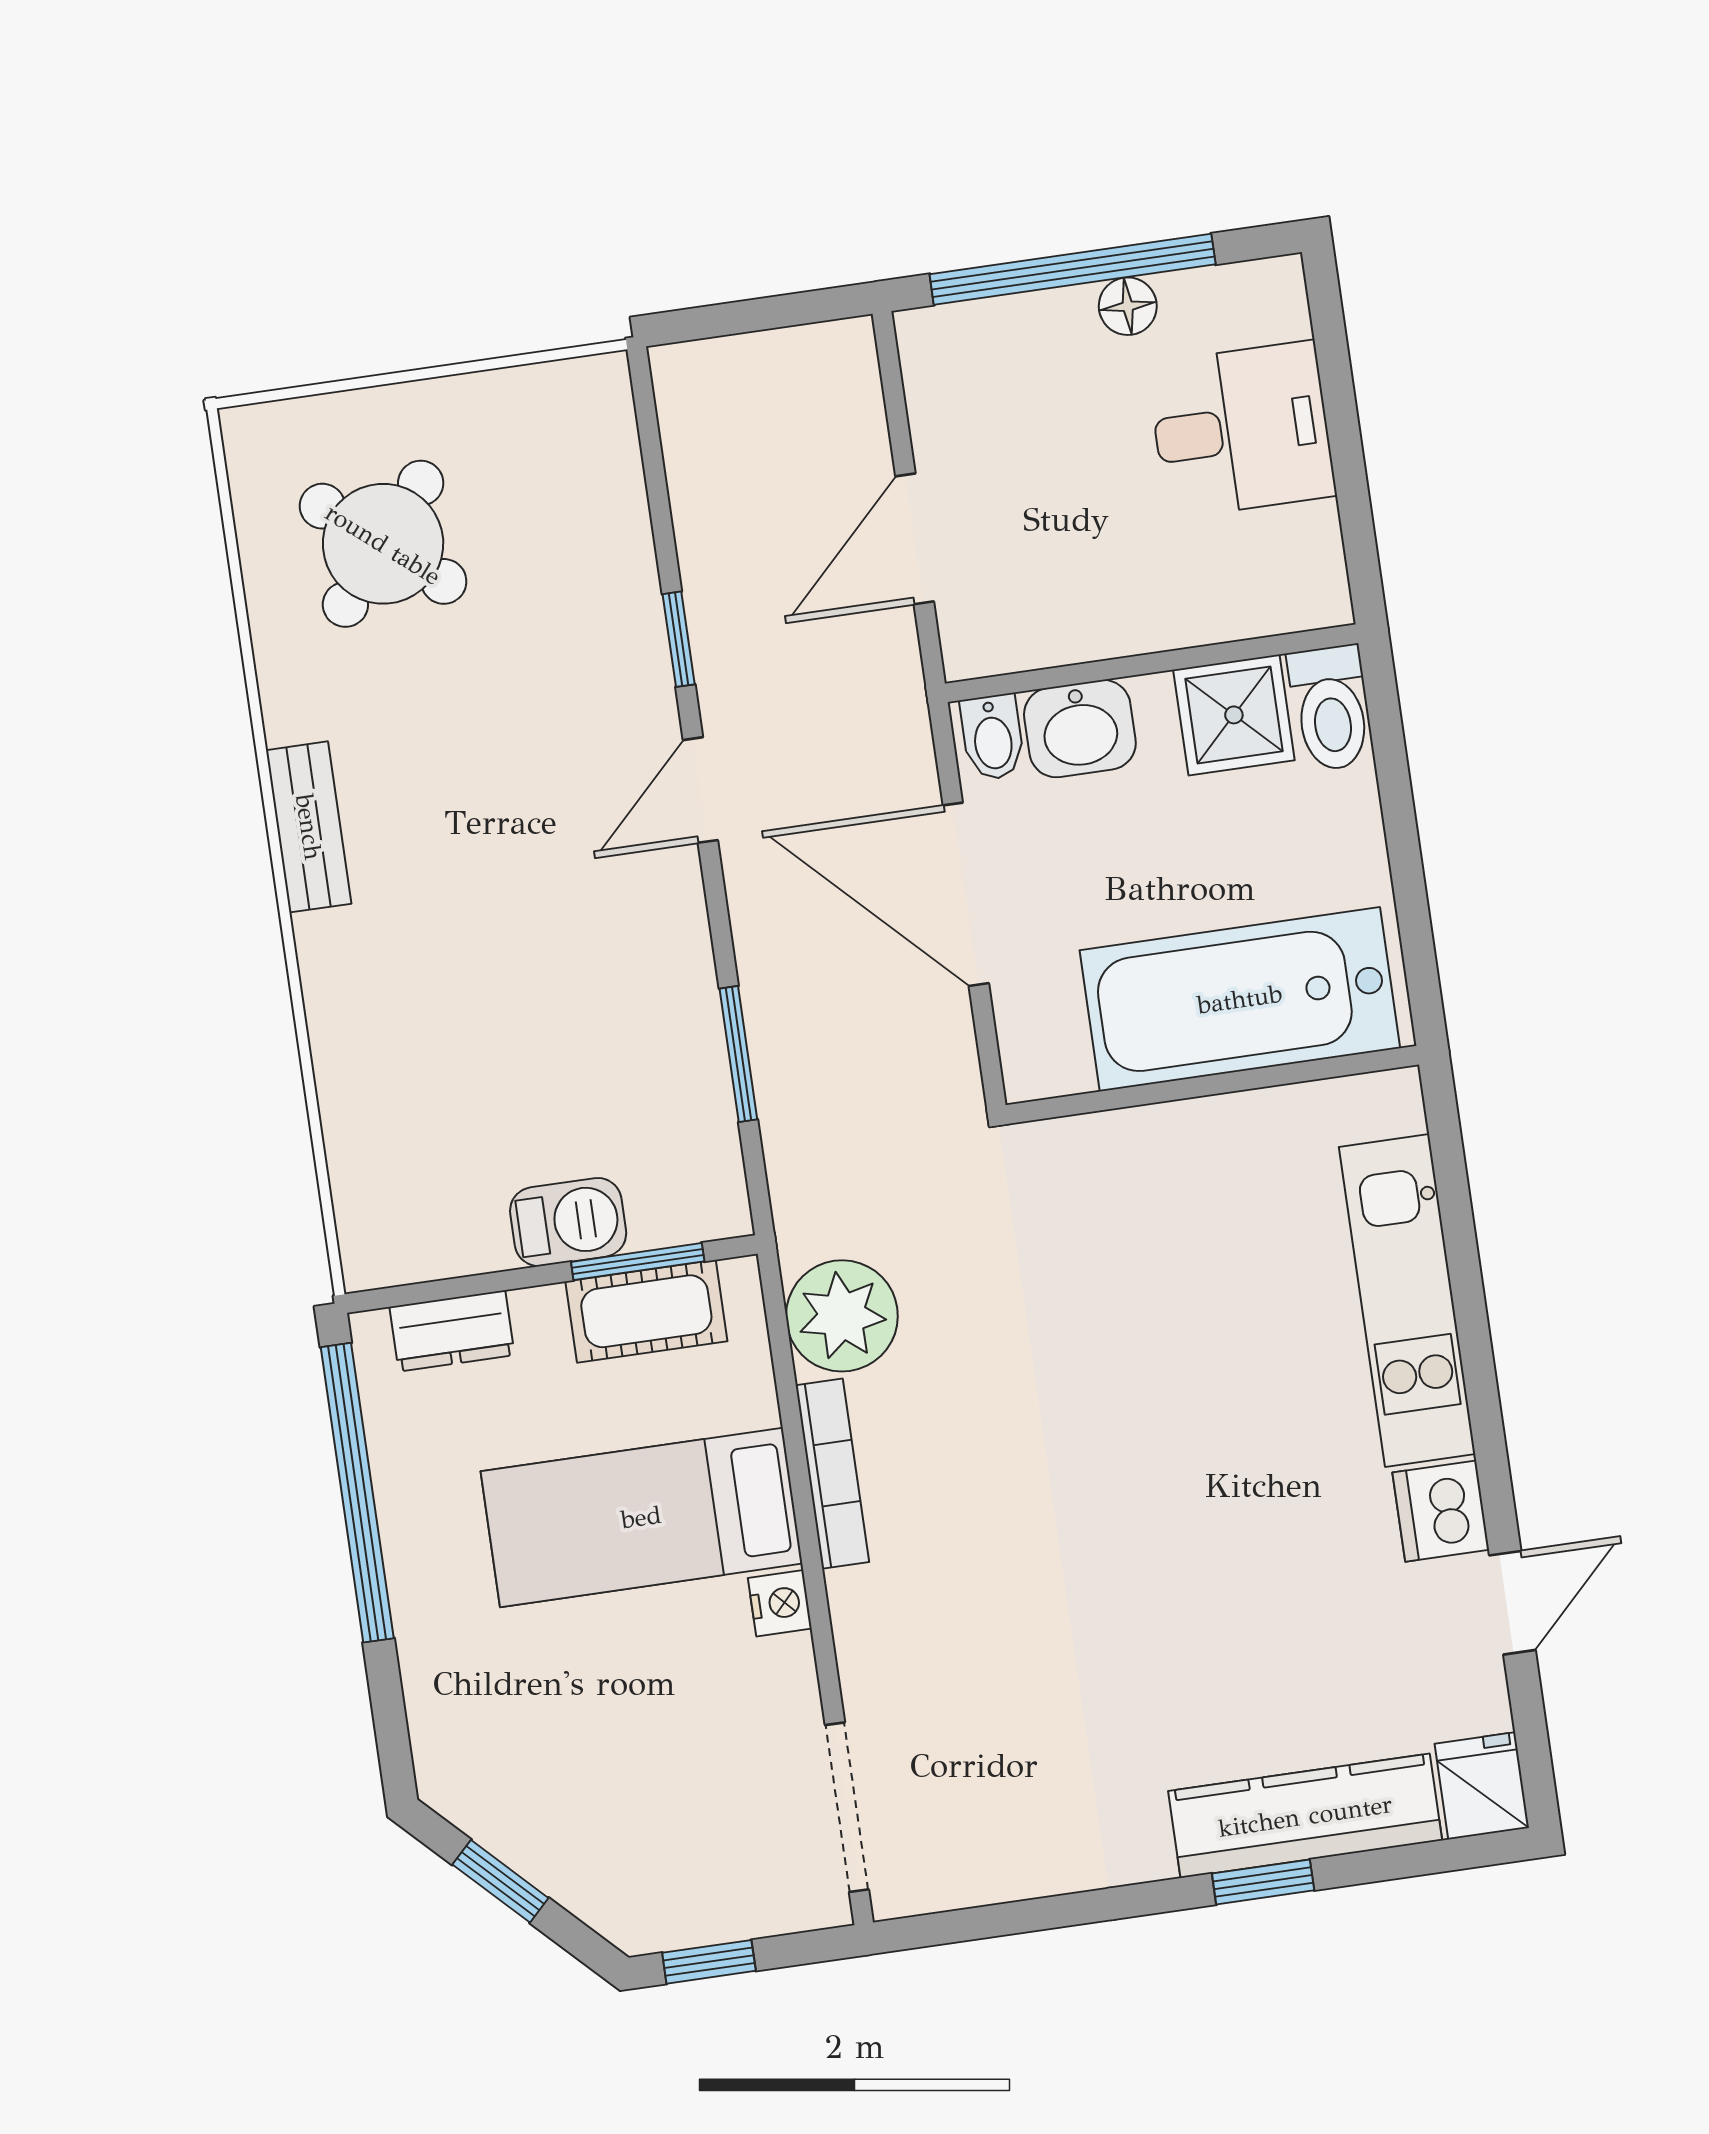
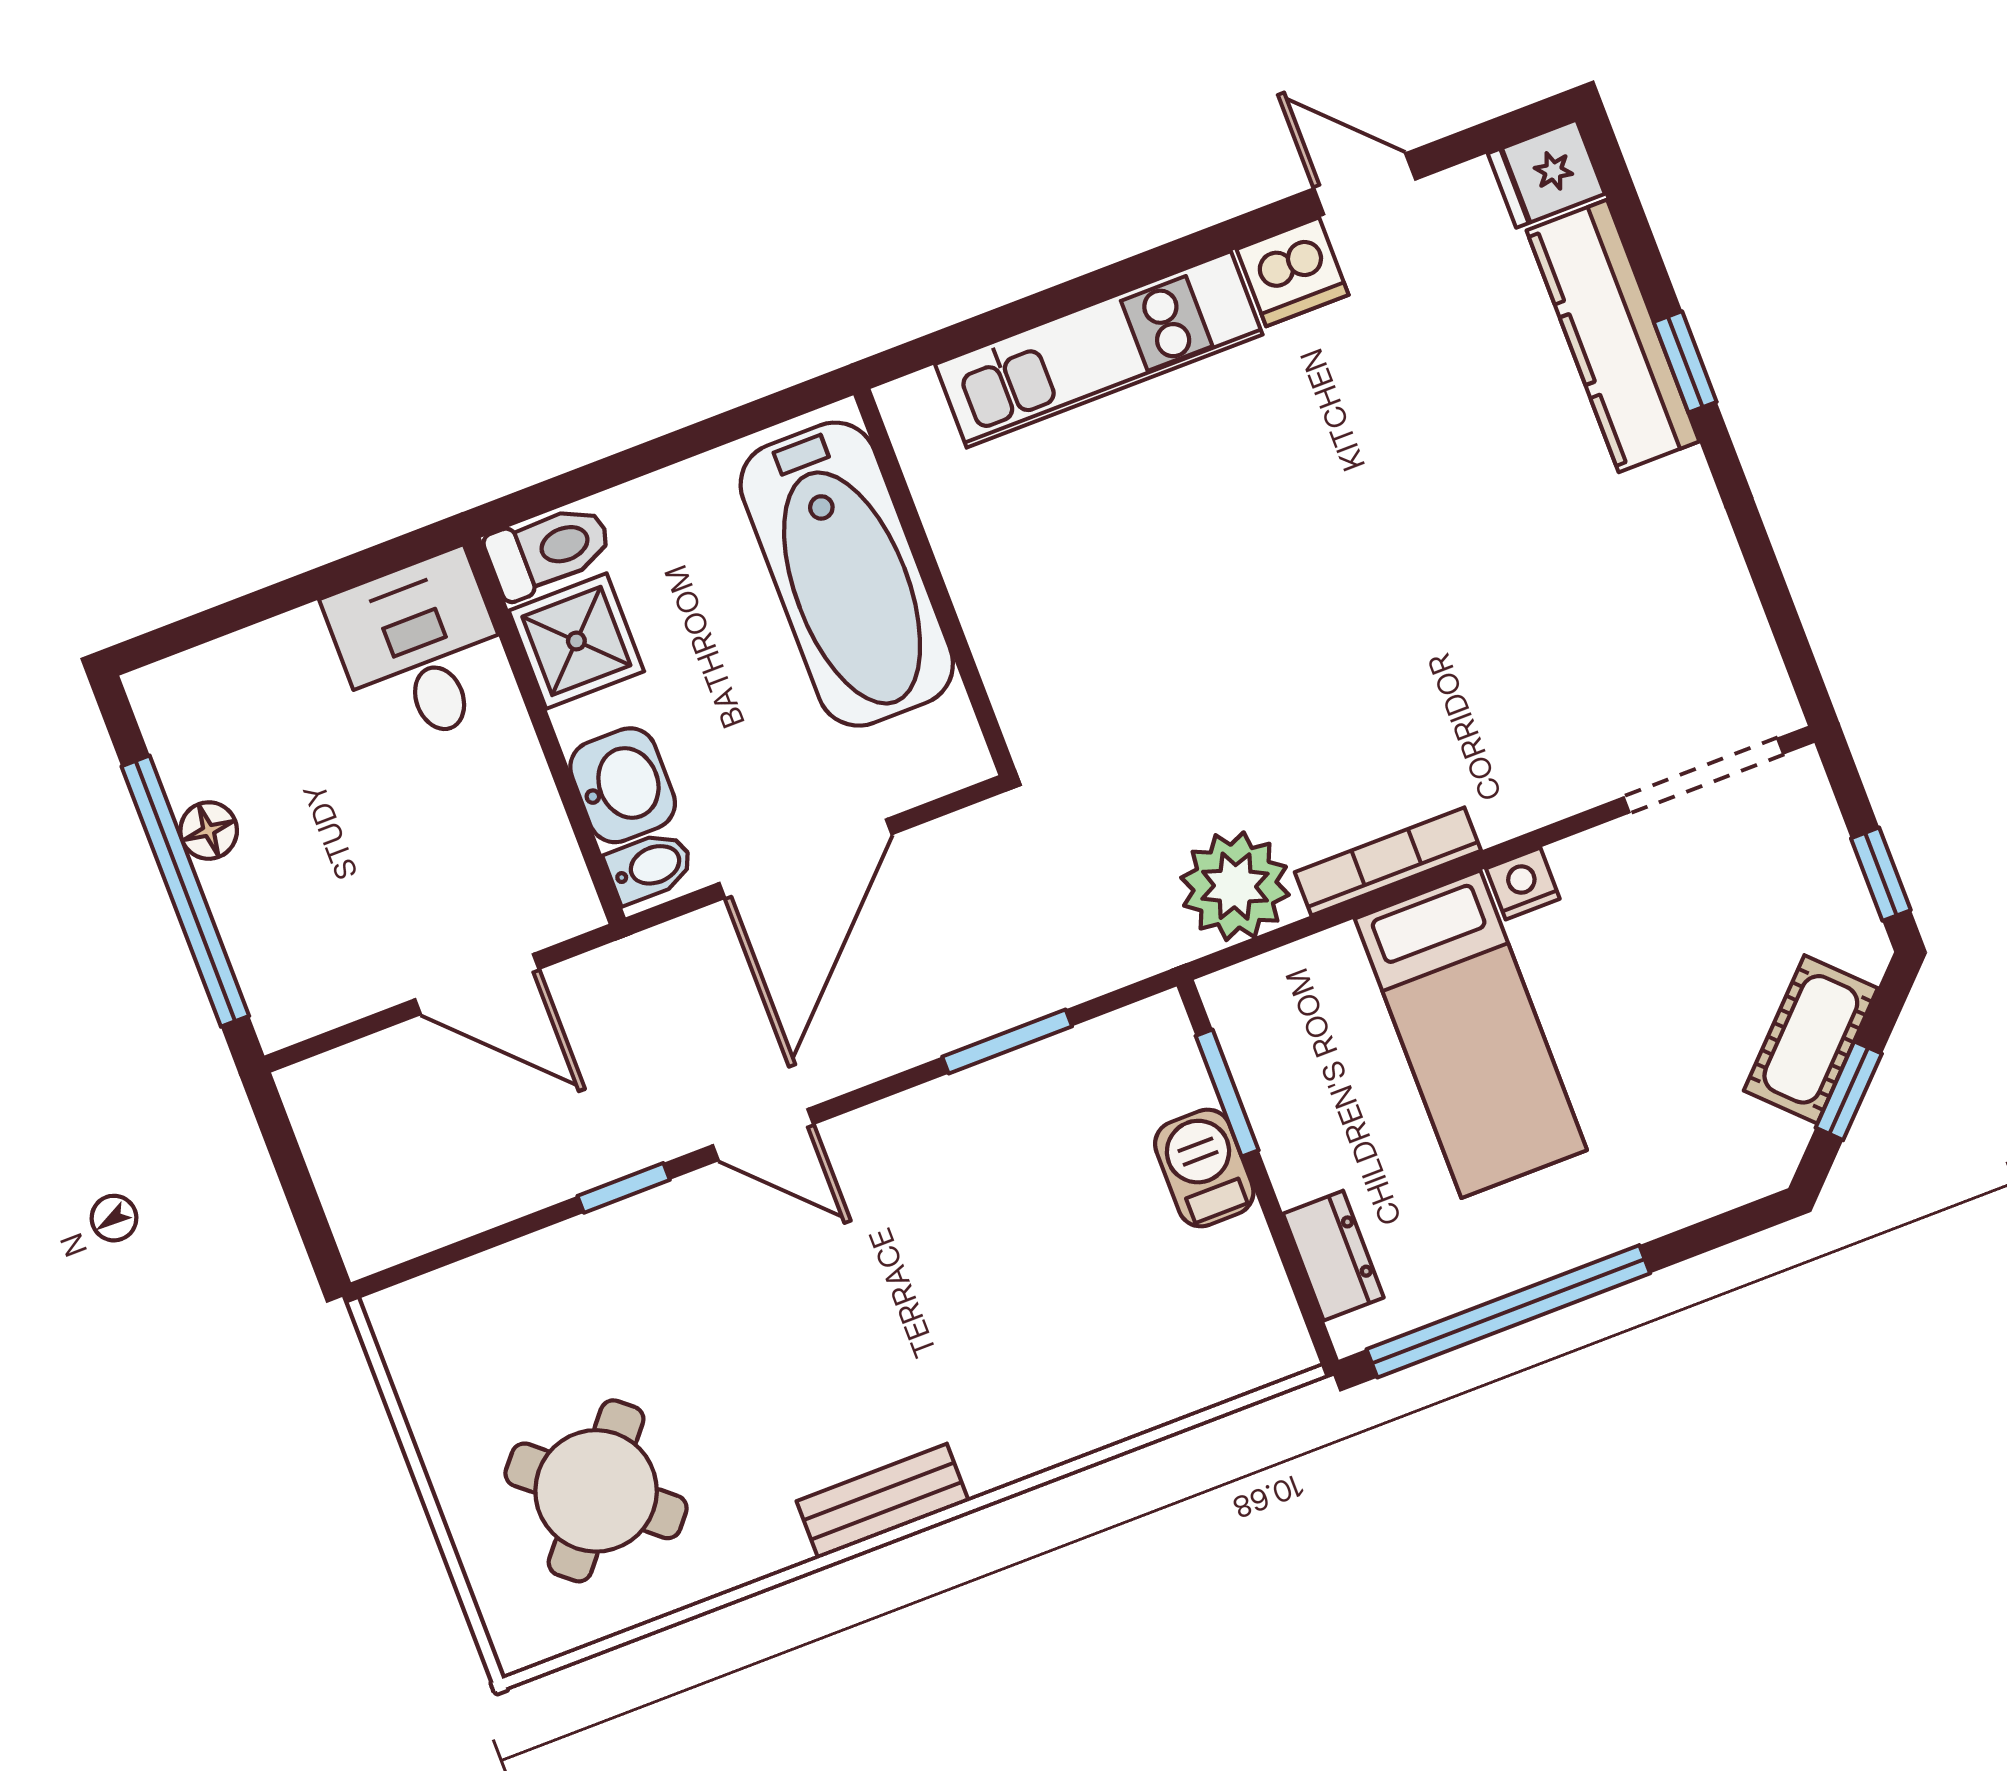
desk: (1241, 430) -> (421, 650), moved
cot: (646, 1311) -> (1811, 1039), moved, turned 45

